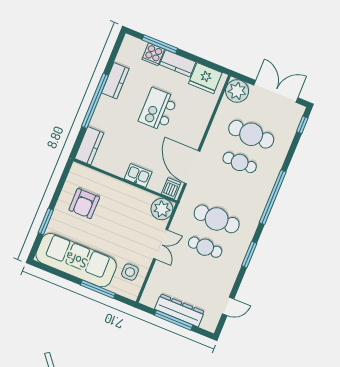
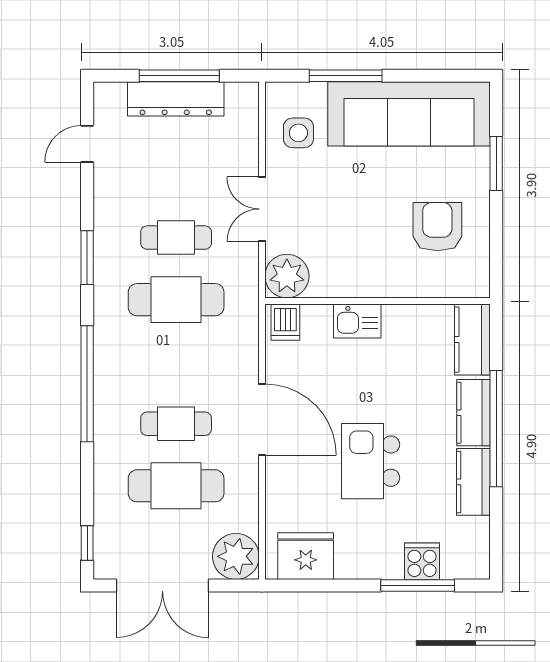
kitchen counter: (178, 63) -> (474, 413), moved, turned -90
kitchen island: (158, 109) -> (371, 461), turned 180
door: (192, 167) -> (262, 420), moved

